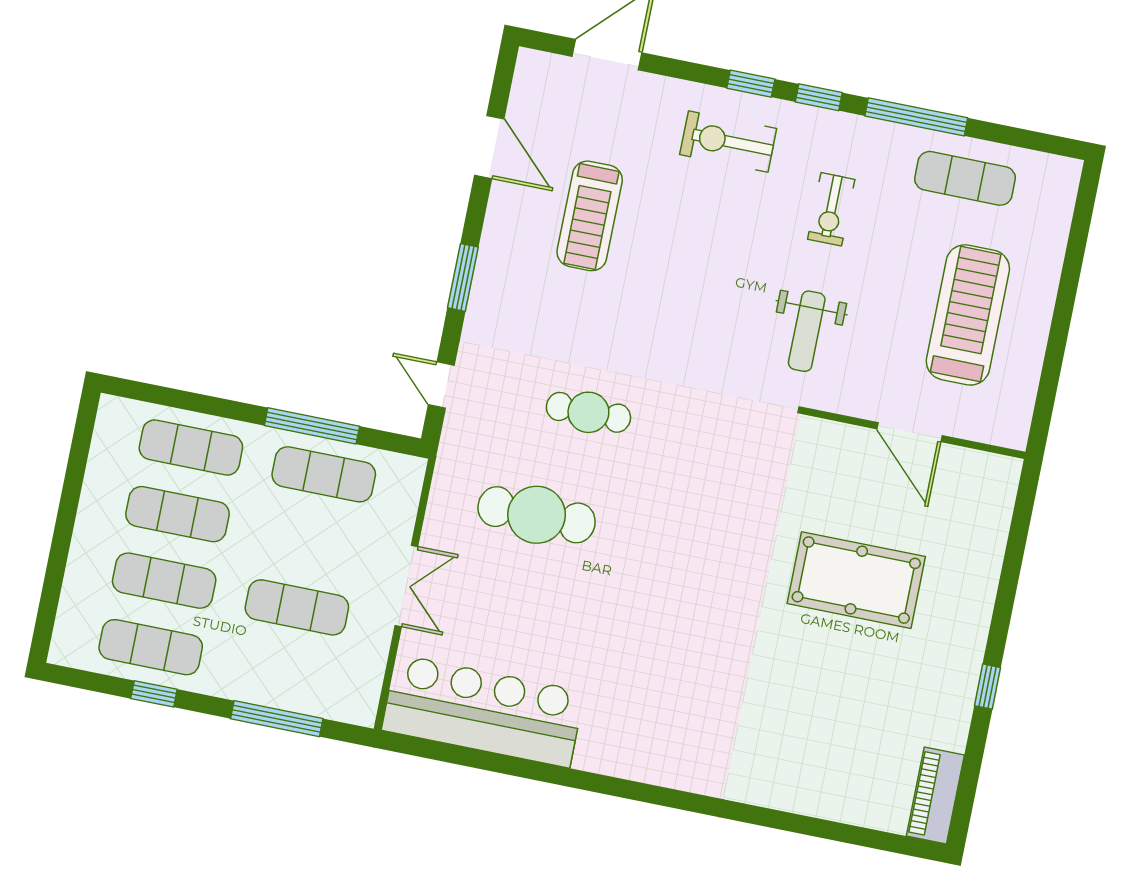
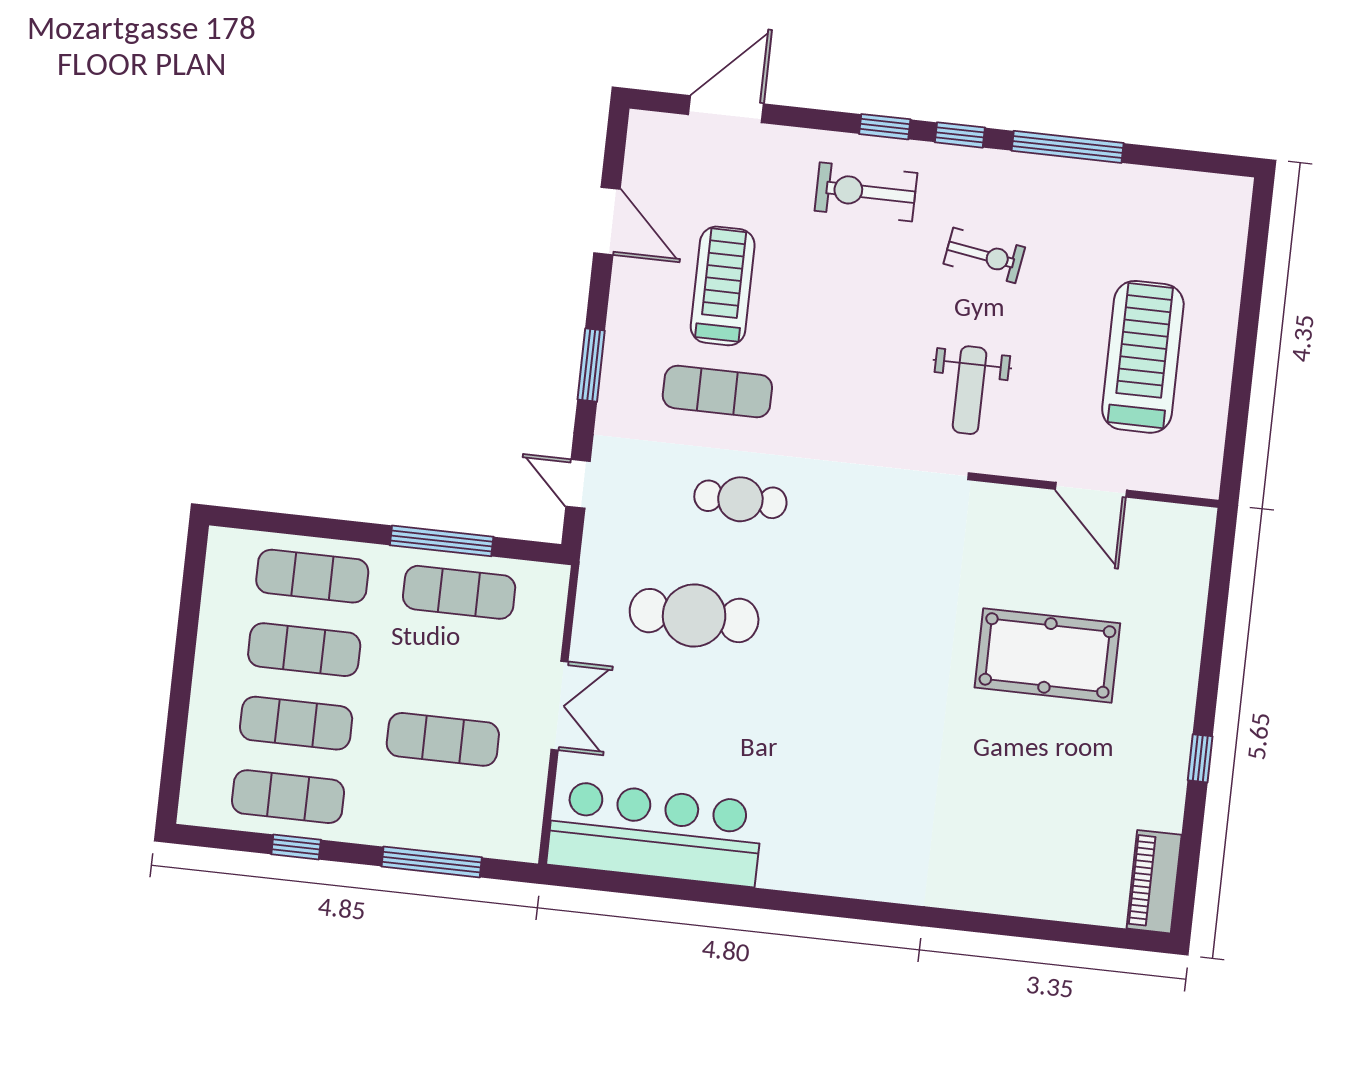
exercise mat: (965, 178) -> (717, 391), moved
exercise bike: (831, 209) -> (984, 255), turned -81
treadmill: (590, 216) -> (723, 286), turned 180

